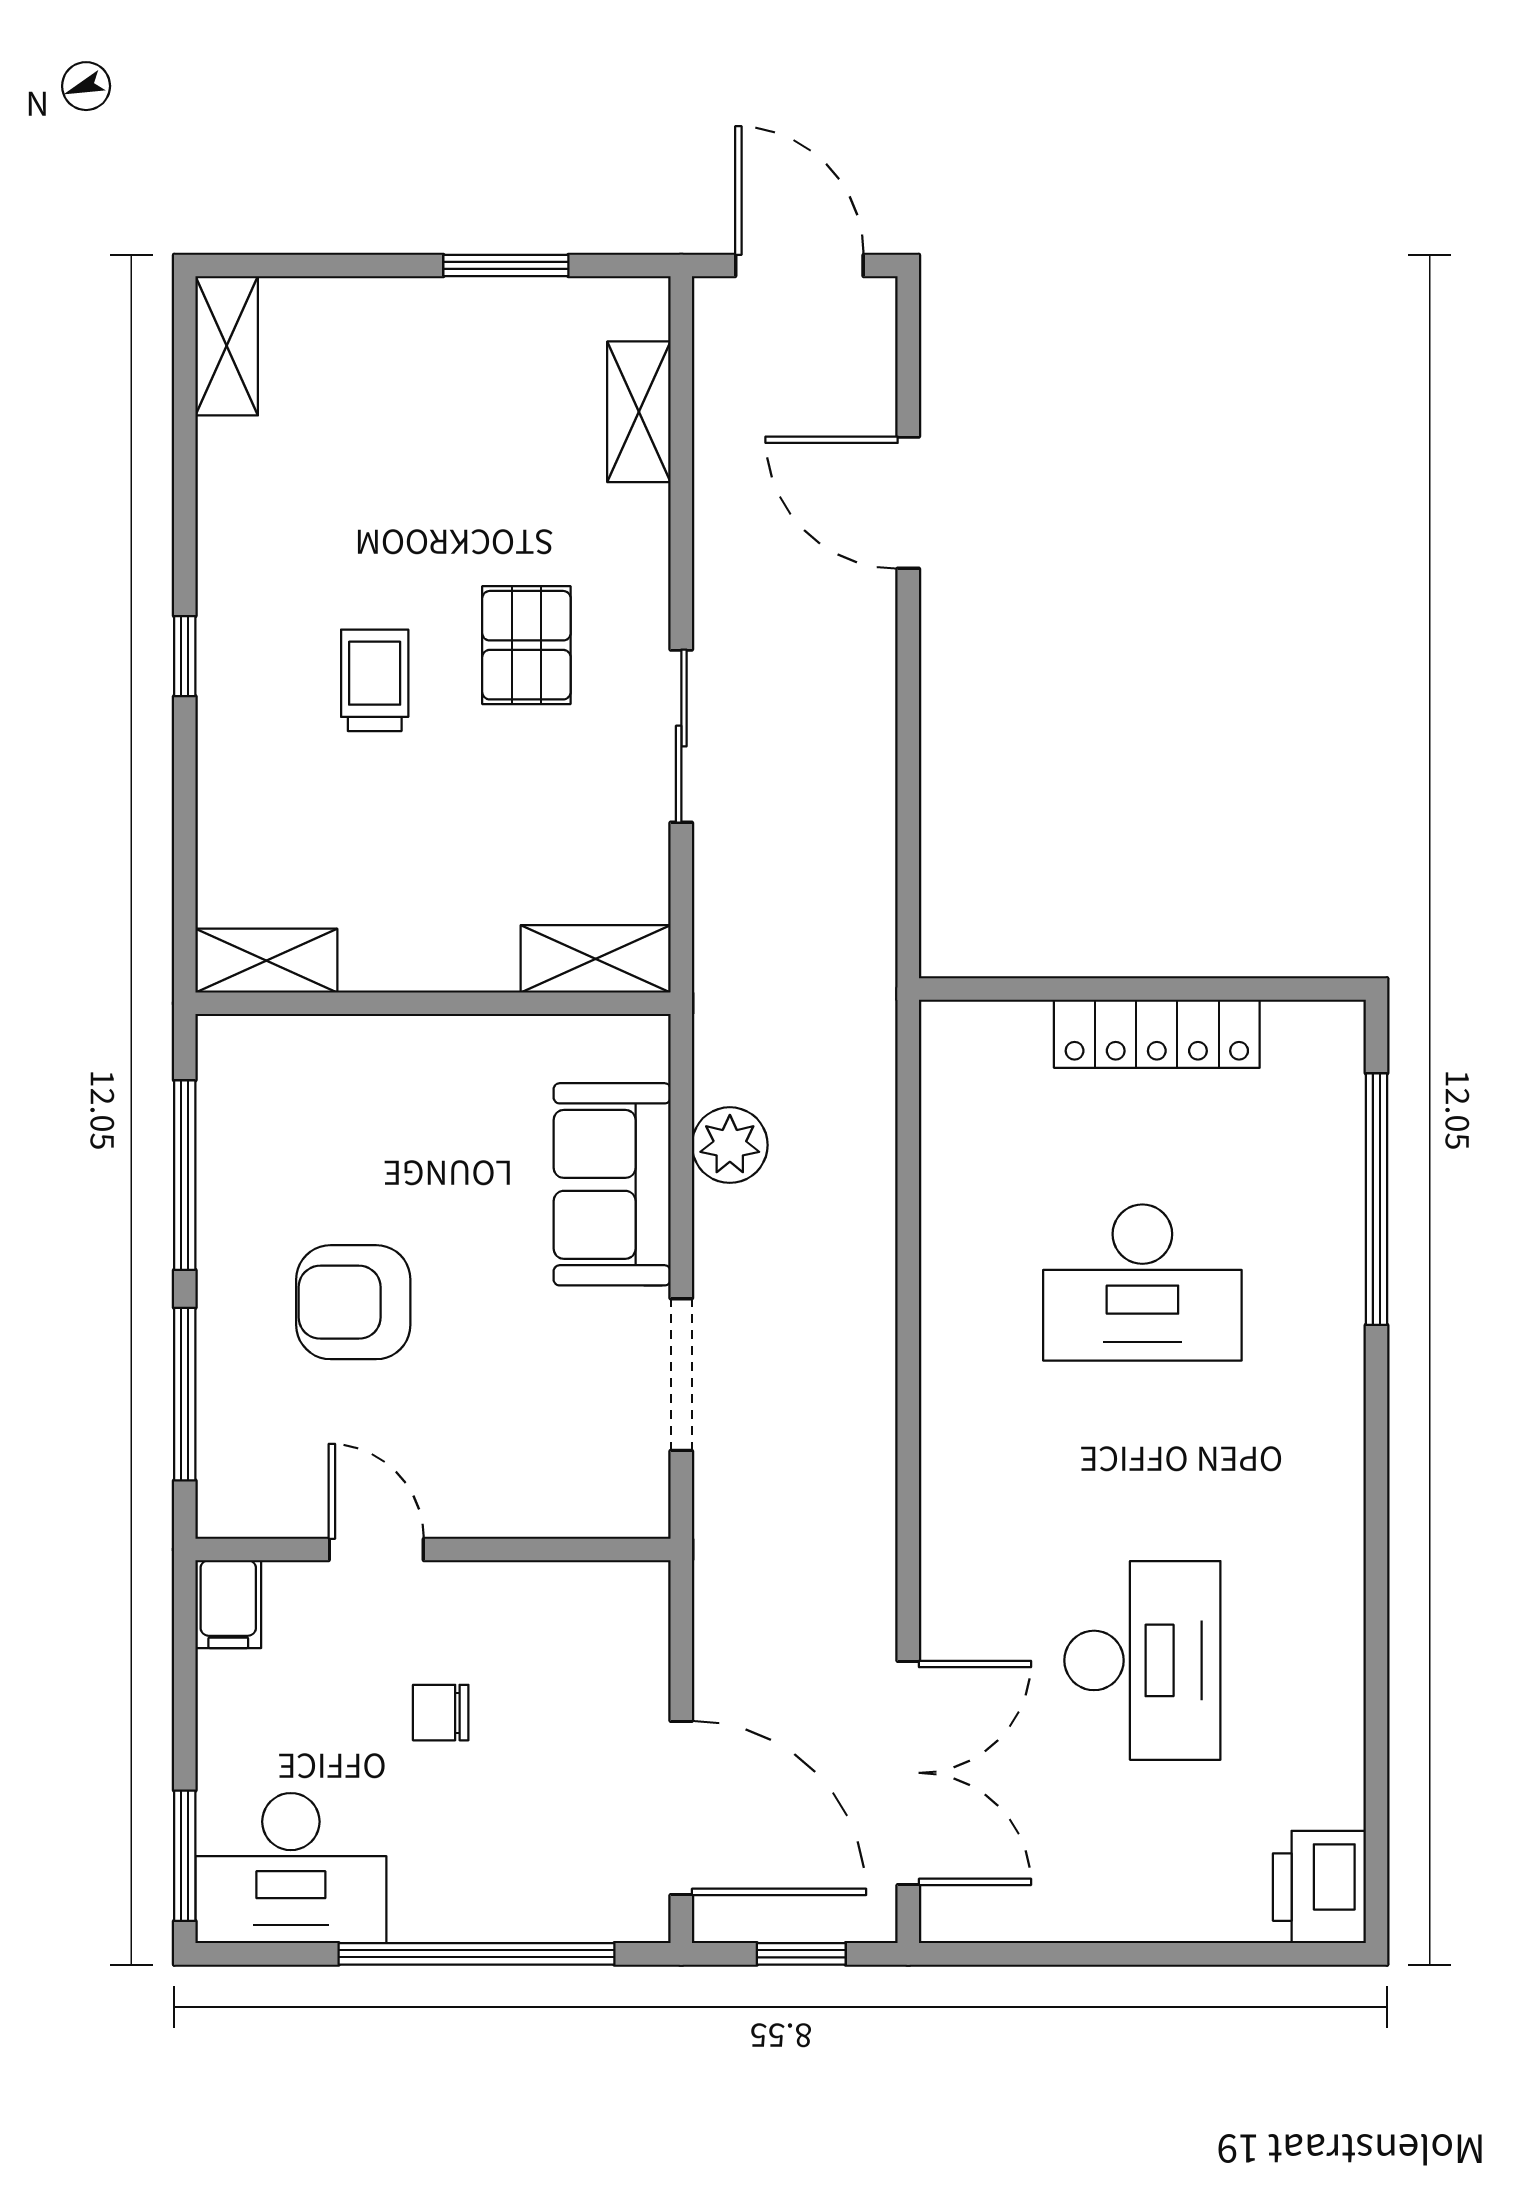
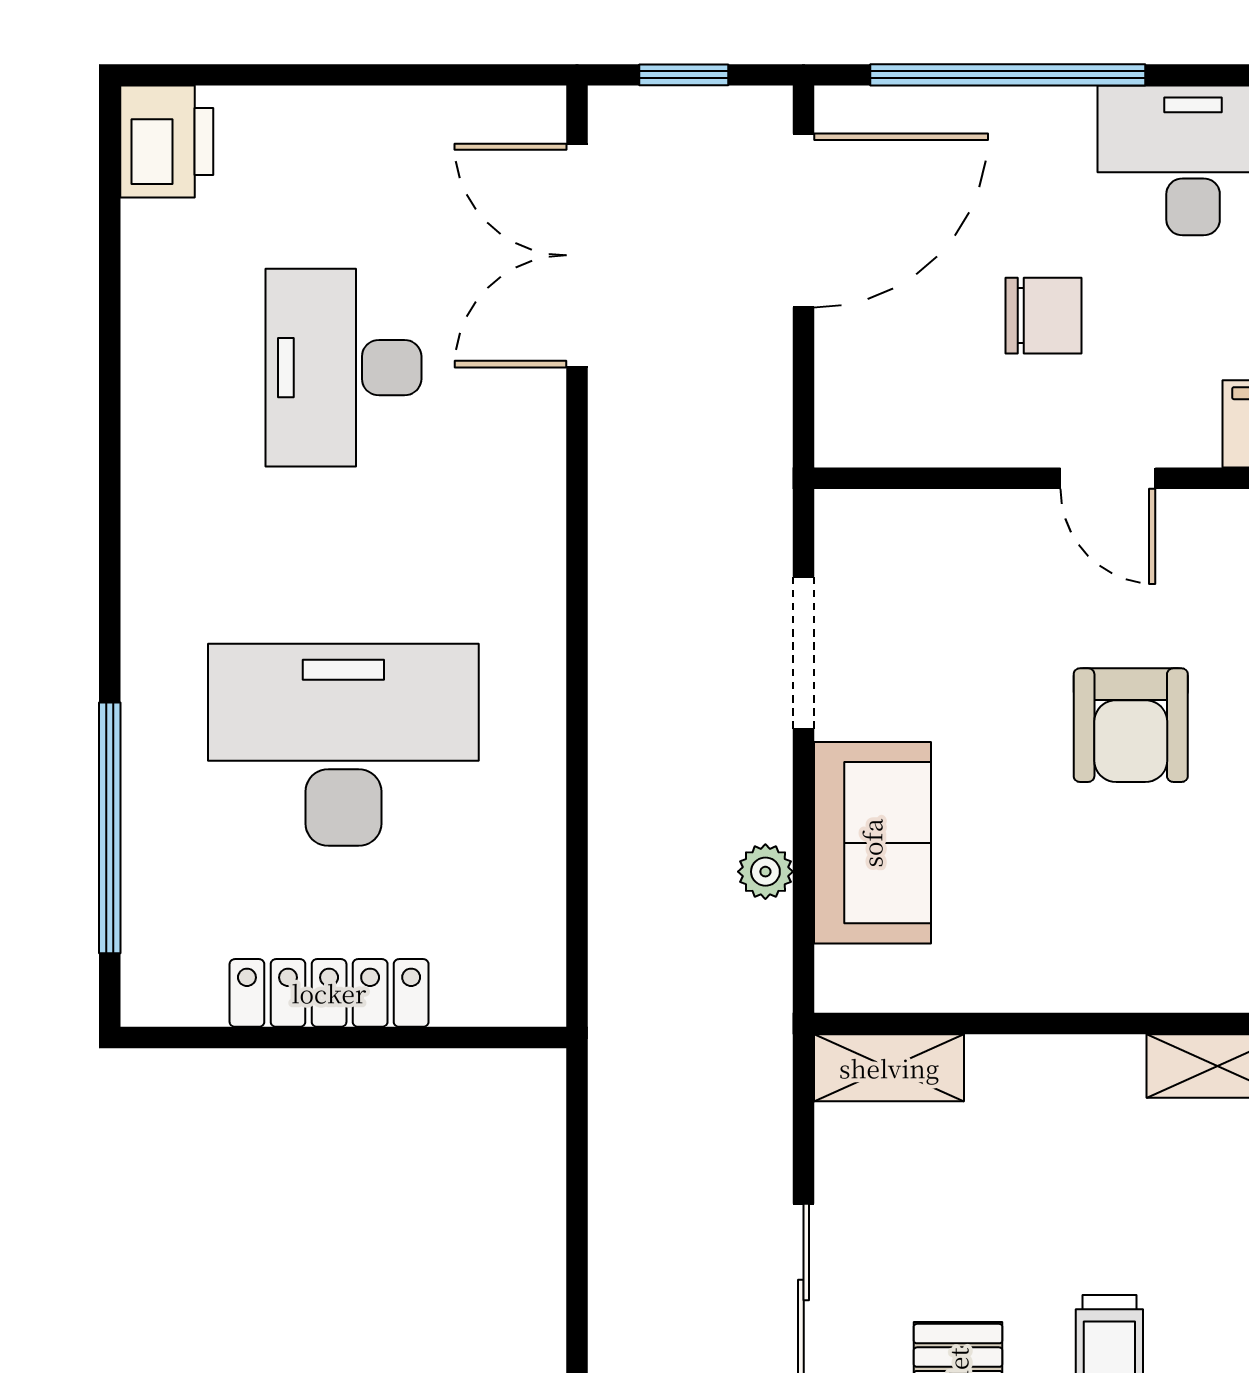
plant: (730, 1145) -> (765, 872), width x0.73, depth x0.73
desk: (1142, 1282) -> (343, 745), width x1.36, depth x1.30
armchair: (353, 1302) -> (1131, 725), turned 90
chair: (441, 1713) -> (1044, 316), width x1.37, depth x1.37
door: (681, 1808) -> (804, 220), swing flipped

